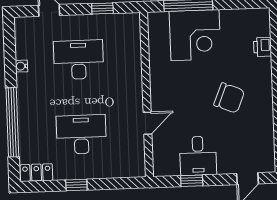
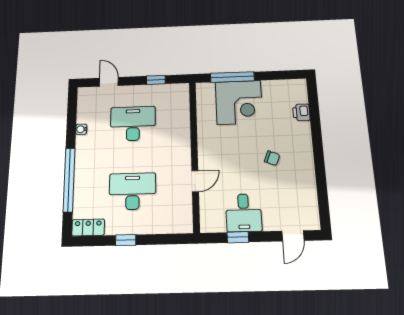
chair: (229, 98) -> (272, 158), width x0.54, depth x0.54

